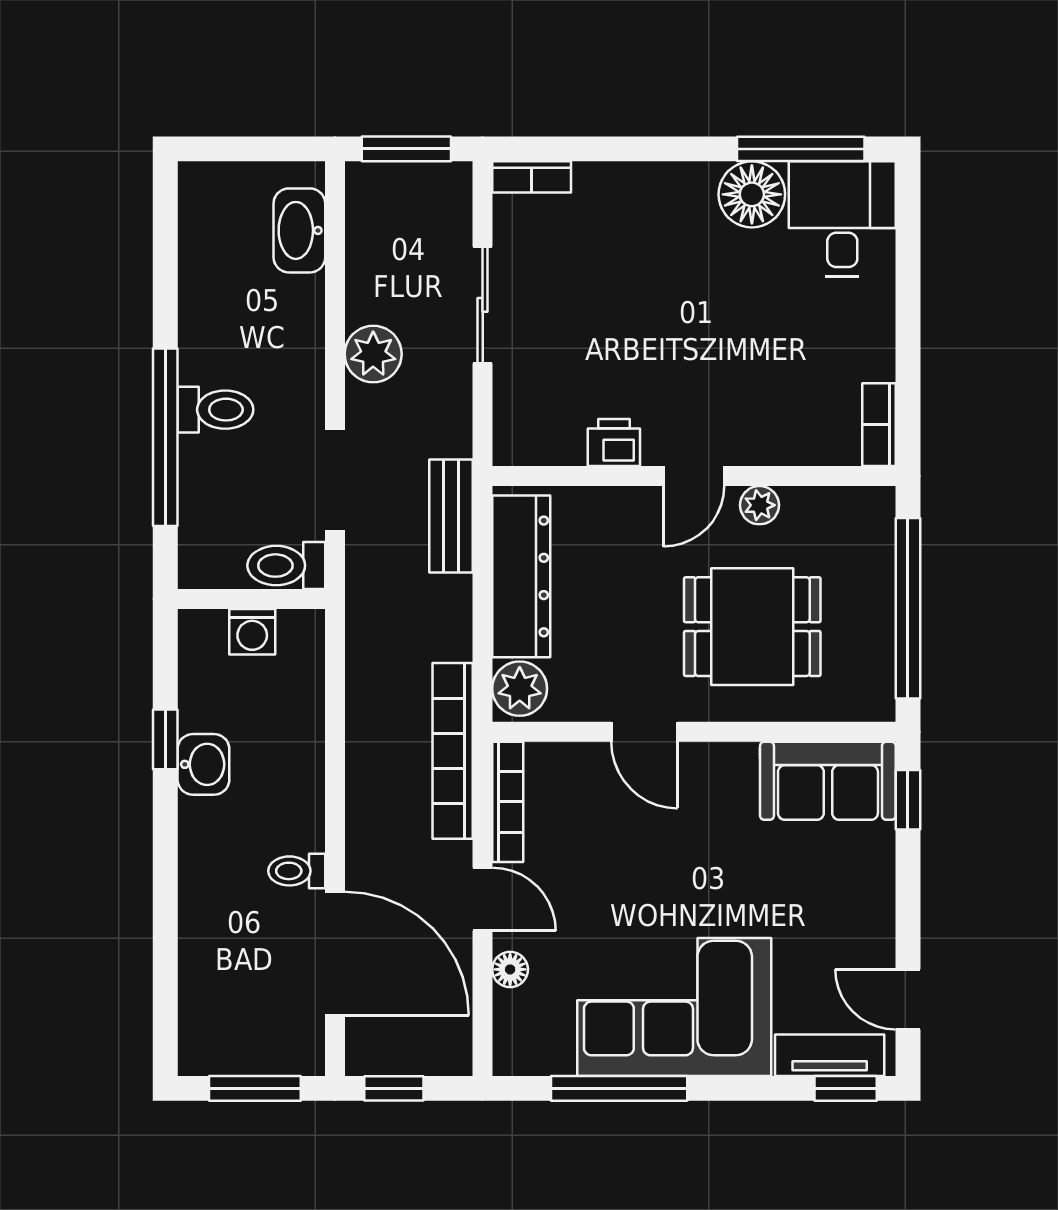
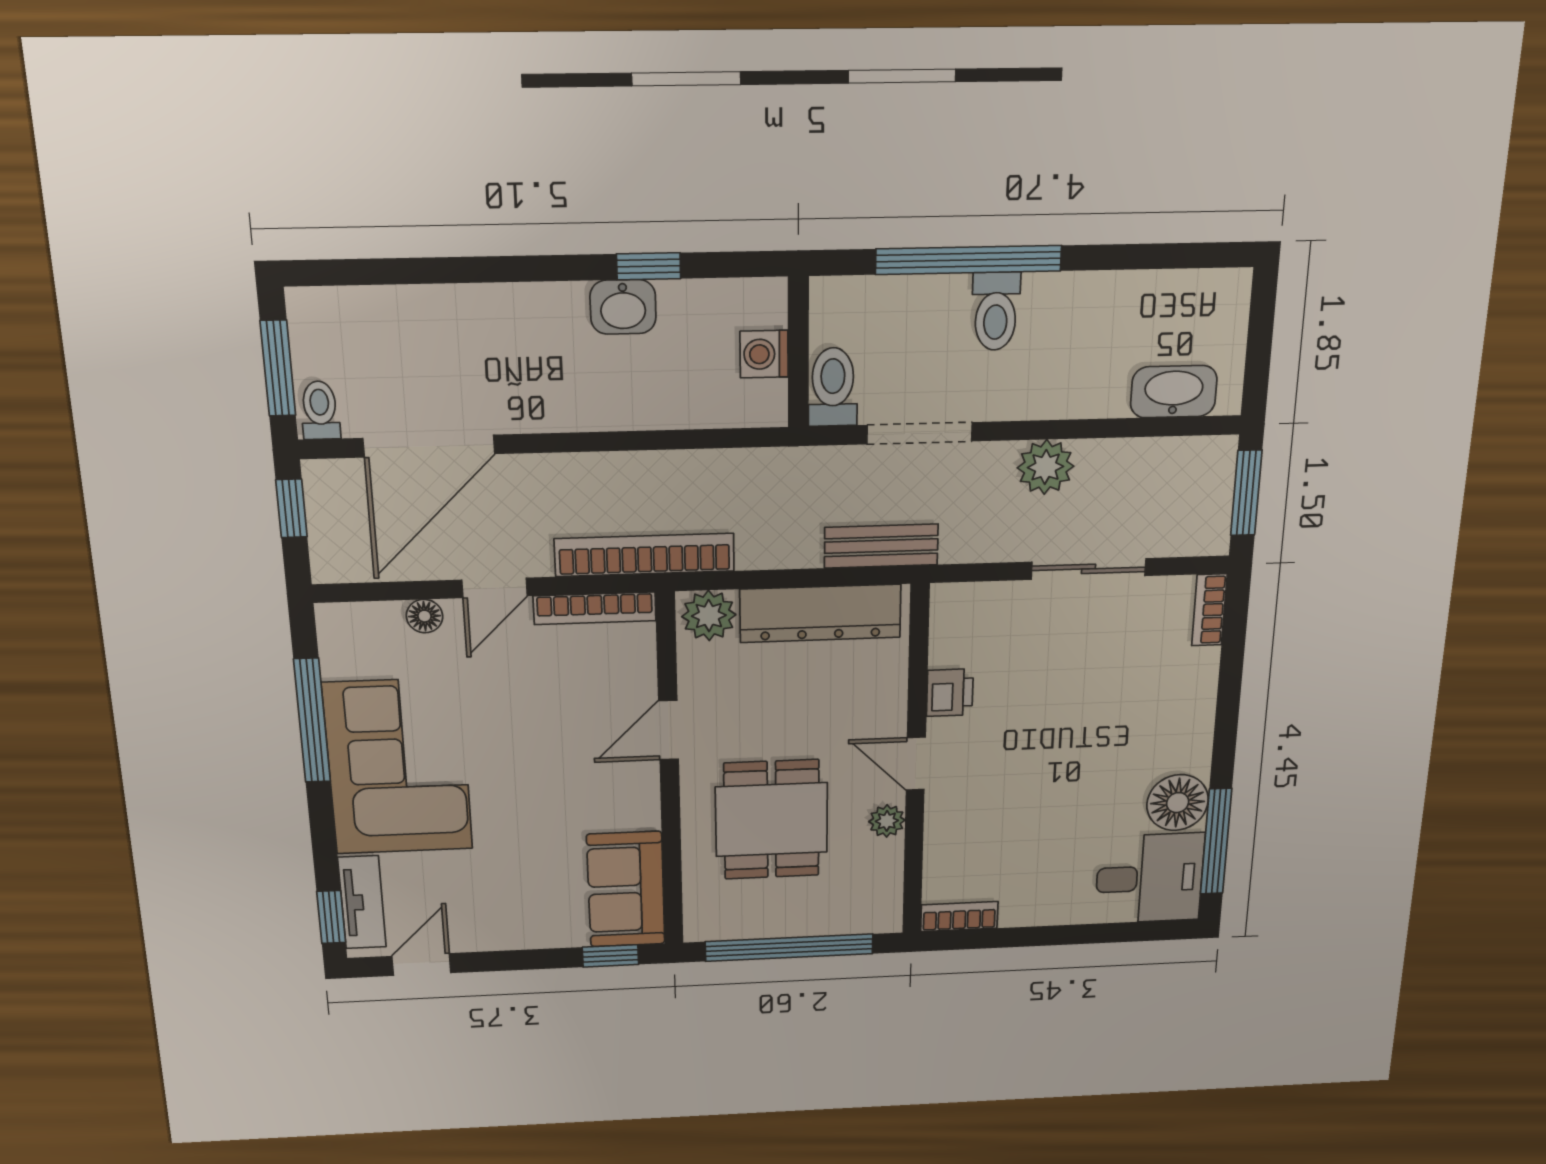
toilet: (297, 871) -> (320, 410), moved

